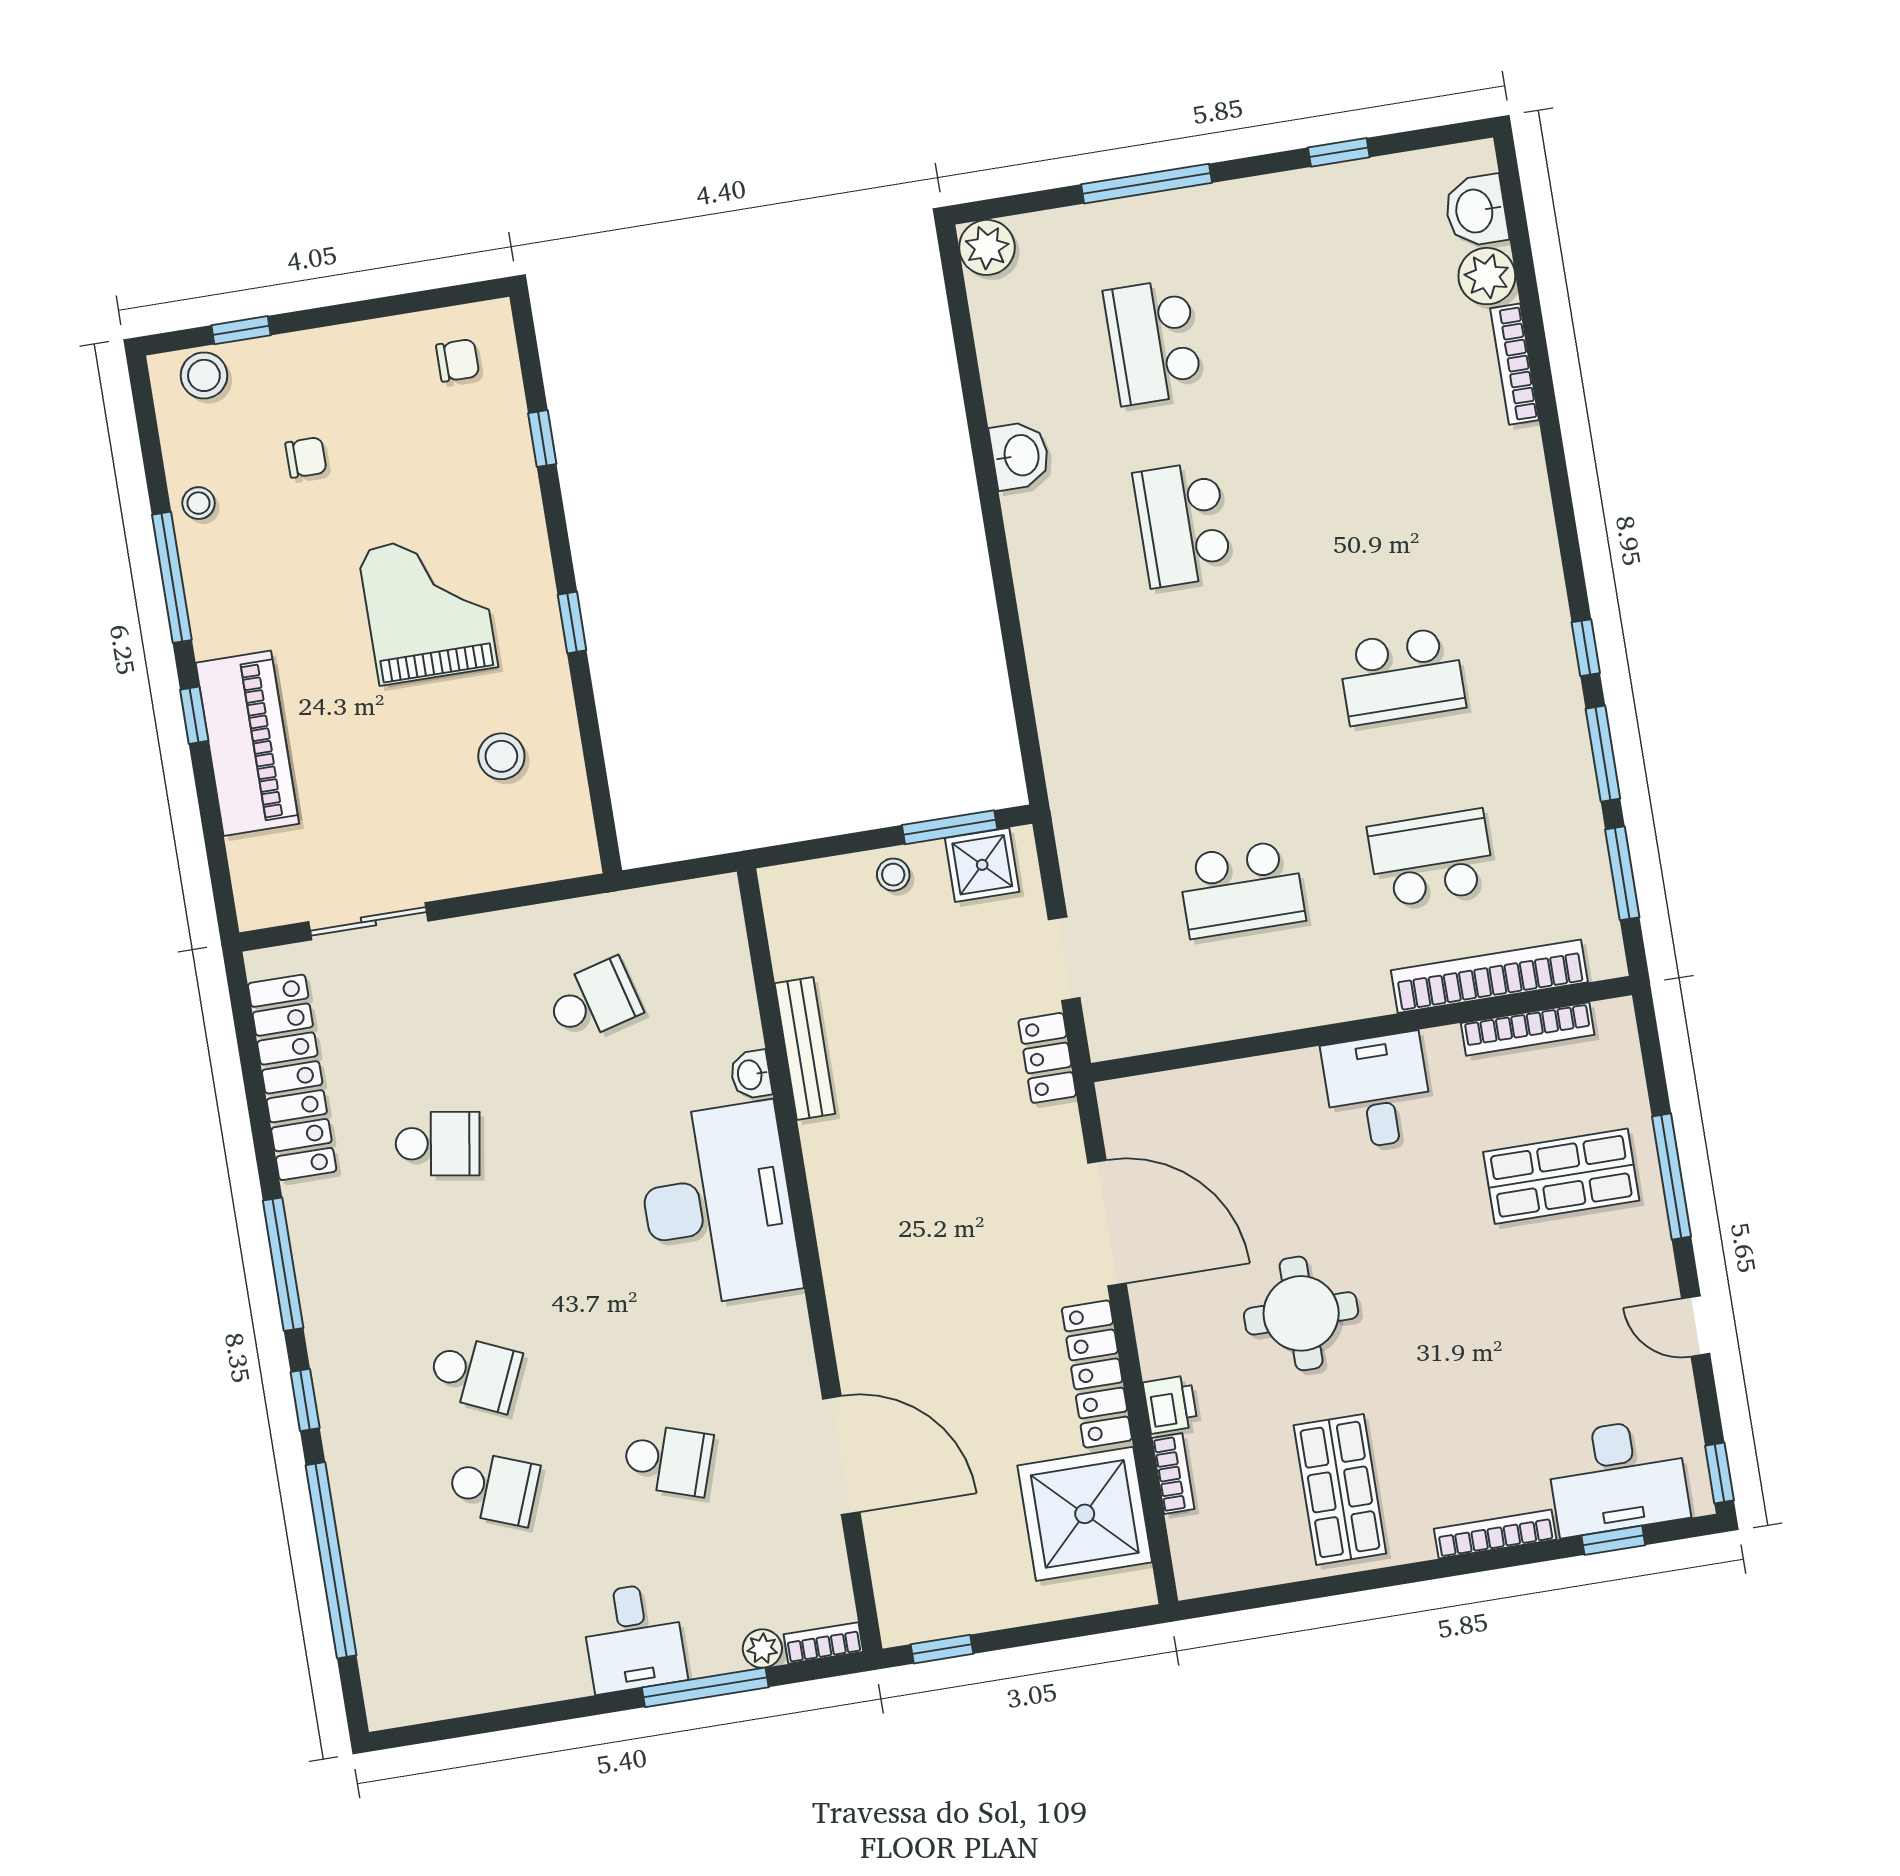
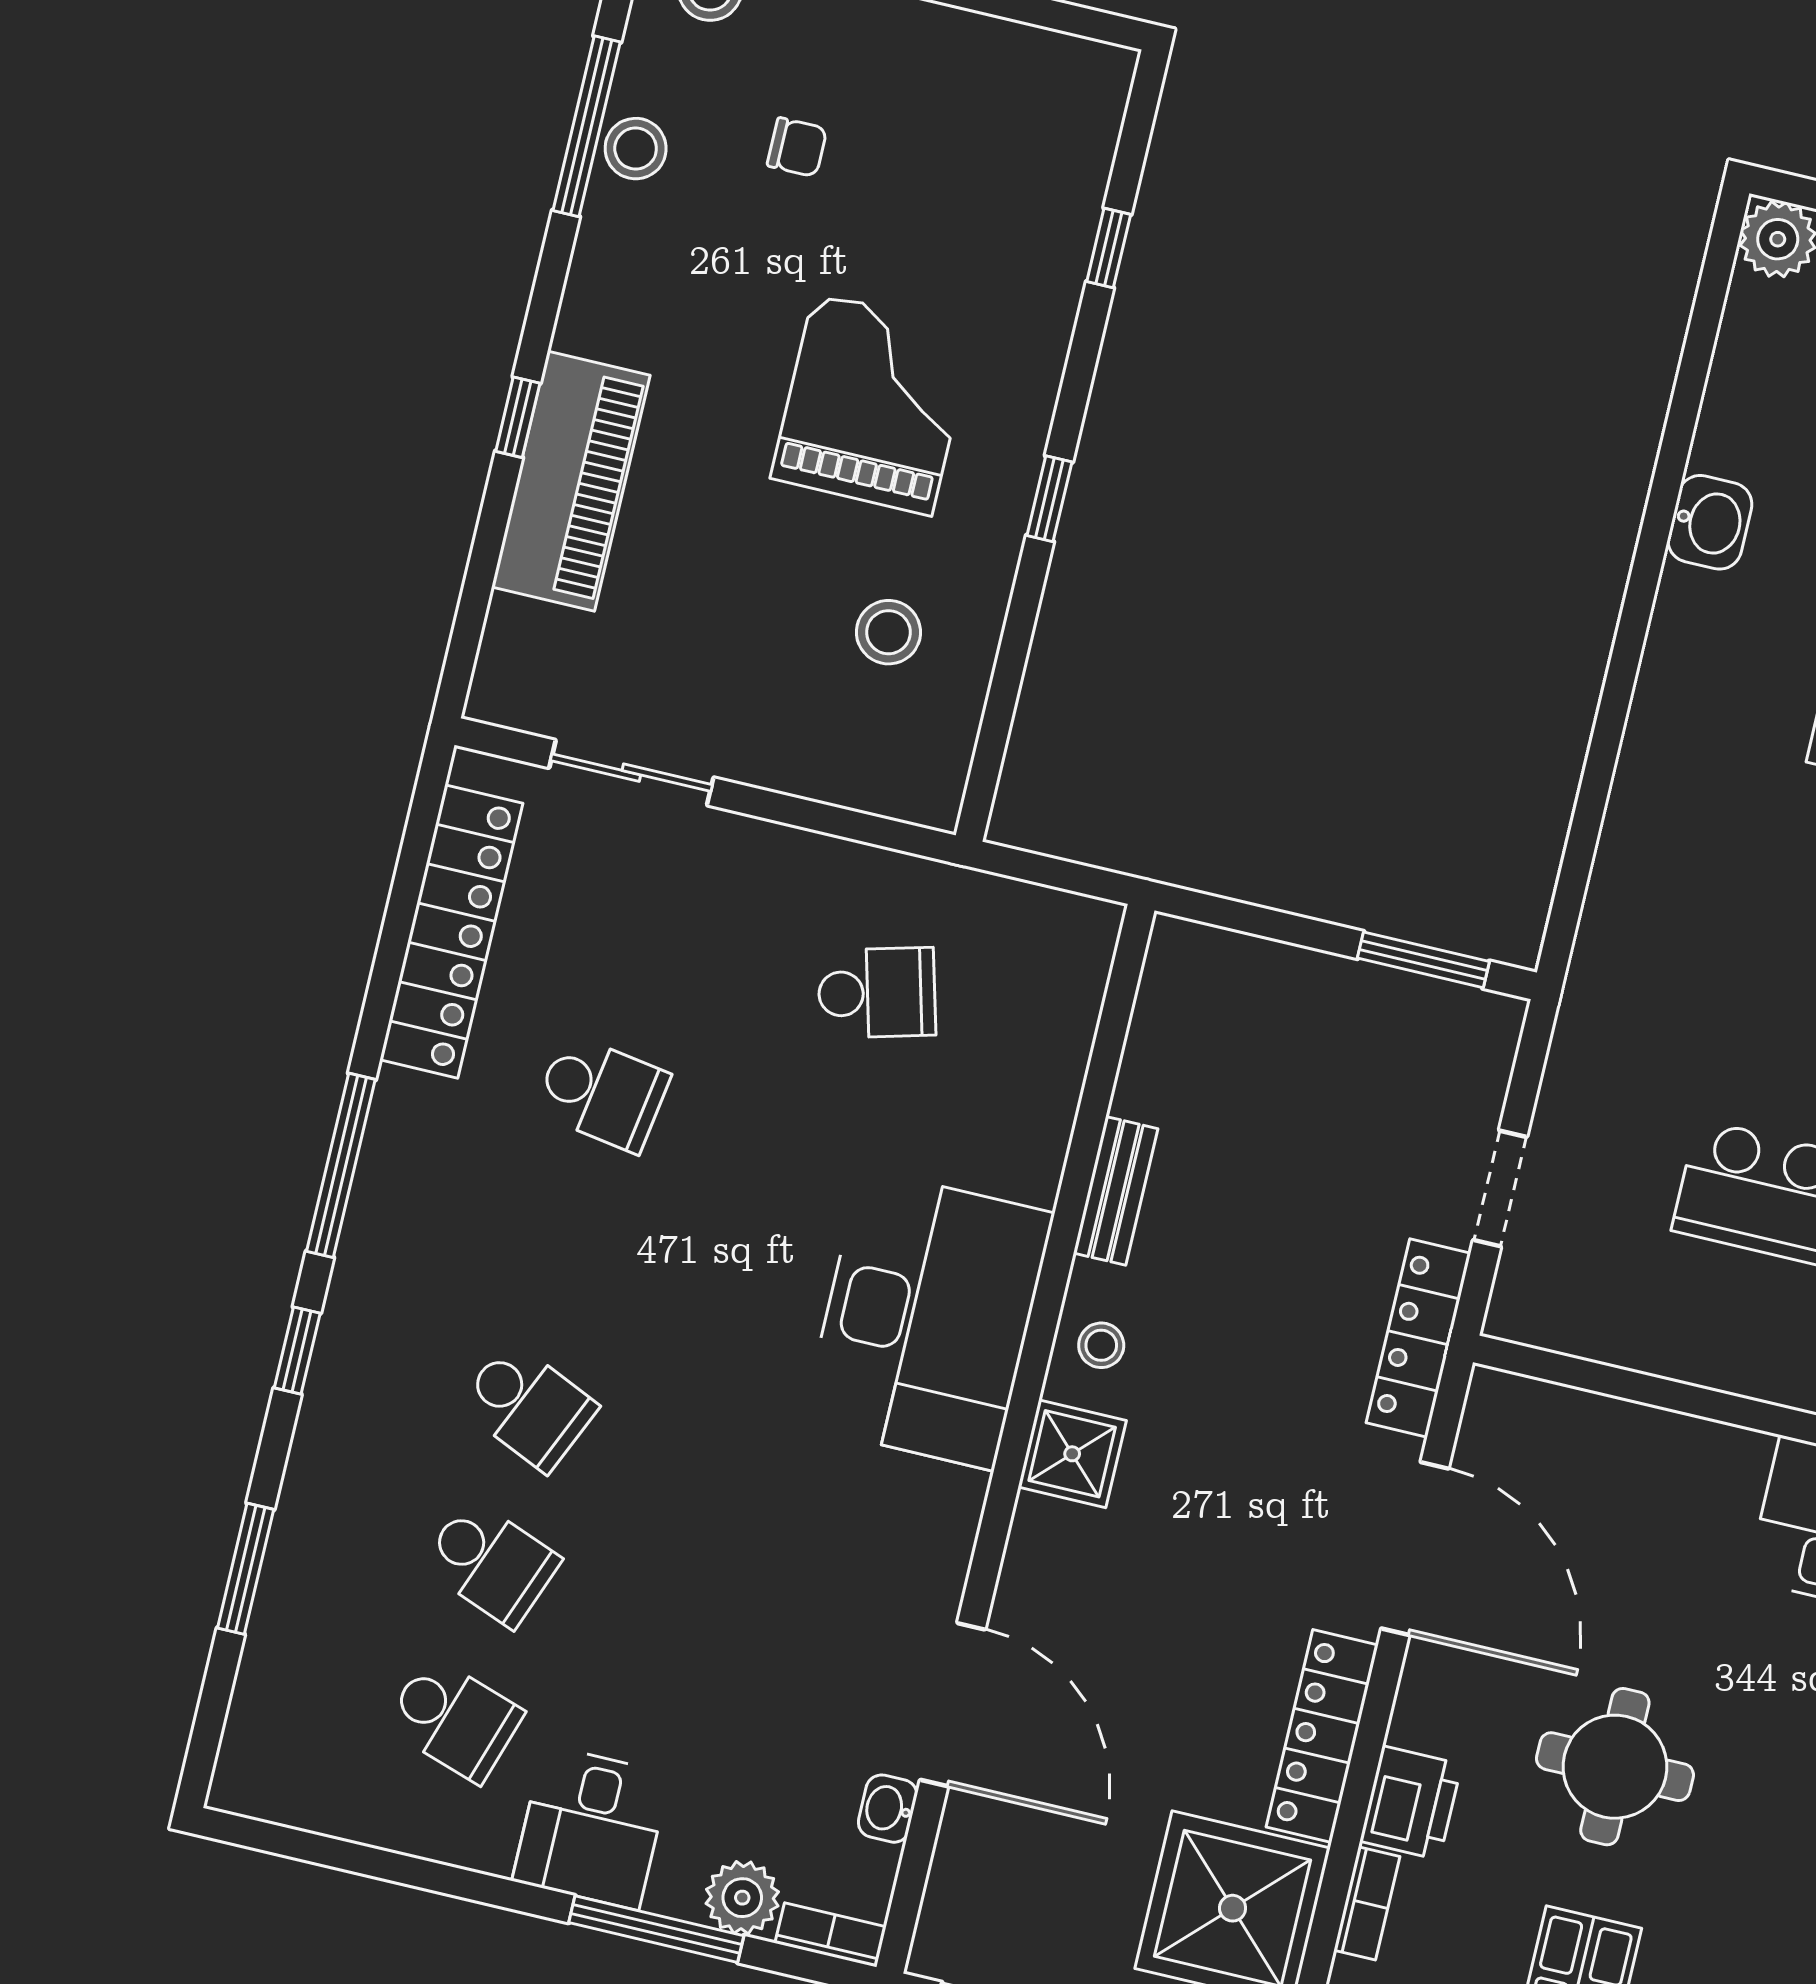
chair: (458, 360) -> (1042, 103), removed
stool: (199, 503) -> (636, 149), width x1.37, depth x1.37
window: (172, 577) -> (587, 126), moved
shower: (982, 865) -> (1072, 1454), moved
stool: (893, 875) -> (1101, 1345), moved
bench: (805, 1049) -> (1116, 1191), width x0.73
locker: (1047, 1058) -> (1419, 1338), width x1.53
washbasin: (751, 1075) -> (888, 1809), moved
printer: (1170, 1404) -> (1411, 1803), width x1.36, depth x1.24
school desk: (668, 1460) -> (454, 1719), moved
window: (331, 1560) -> (246, 1569), width x0.47
plant: (762, 1649) -> (742, 1898), width x1.38, depth x1.38

